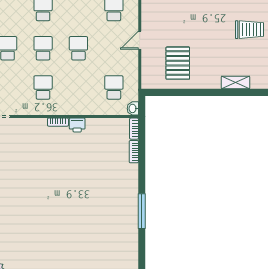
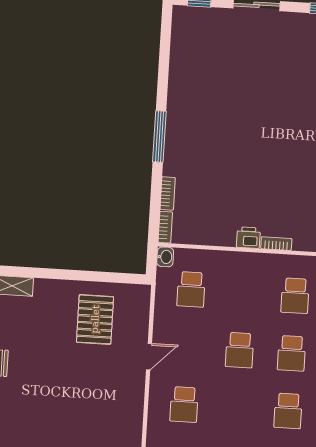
window: (142, 211) -> (159, 137), moved

